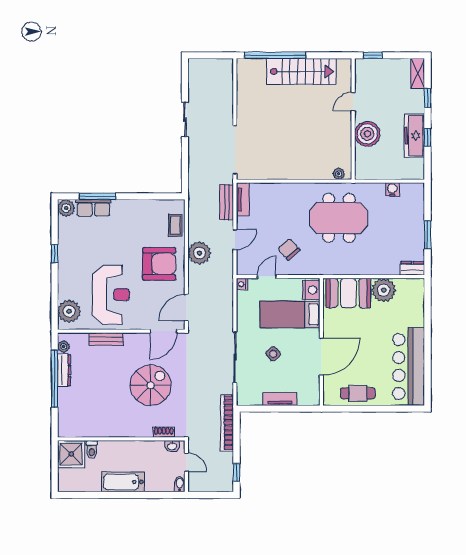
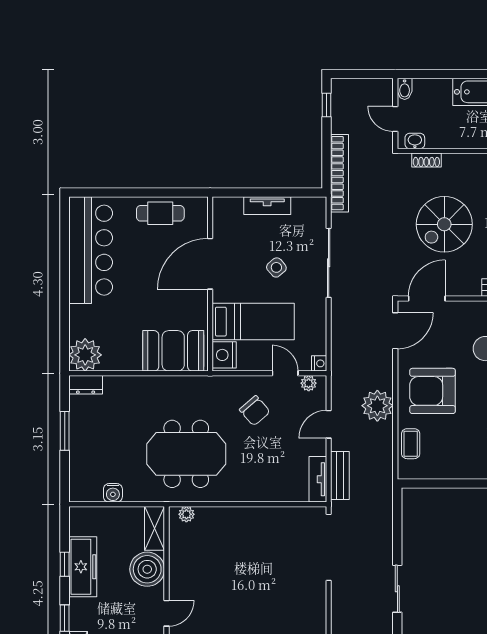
shelving: (362, 164) -> (155, 528), added
plant: (250, 269) -> (309, 383), added
door: (267, 277) -> (285, 373), swing flipped
plant: (384, 290) -> (85, 355), moved

